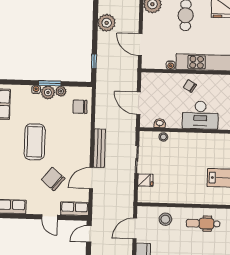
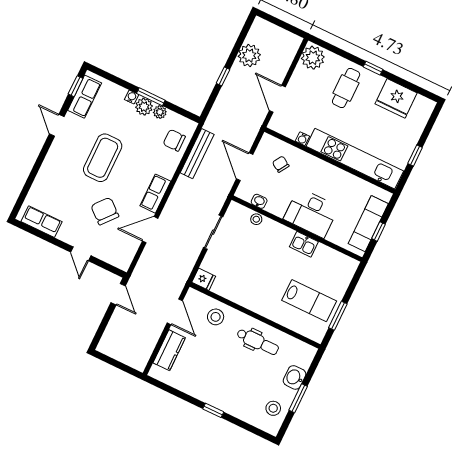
window: (94, 61) -> (223, 76), moved
chair: (190, 86) -> (281, 164), moved
kitchen sink: (205, 140) -> (304, 244), added
bench: (99, 148) -> (197, 154), moved
fridge: (145, 180) -> (204, 279), moved
row of seats: (75, 209) -> (155, 194), moved, turned -90
dental chair: (203, 224) -> (258, 342), turned 180
door: (135, 228) -> (175, 312), swing flipped
door: (89, 234) -> (118, 294), swing flipped

